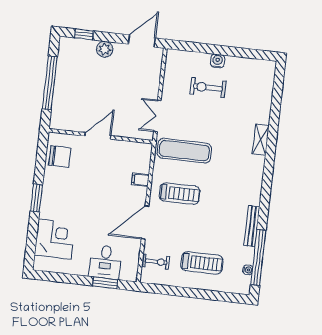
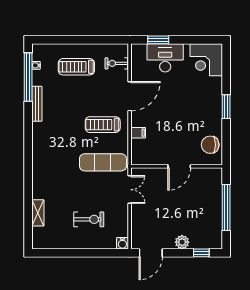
water cooler: (217, 61) -> (122, 243), moved
shelving: (261, 140) -> (38, 213), moved
corner desk: (55, 239) -> (206, 60), moved
desk: (105, 262) -> (165, 58), width x1.37

